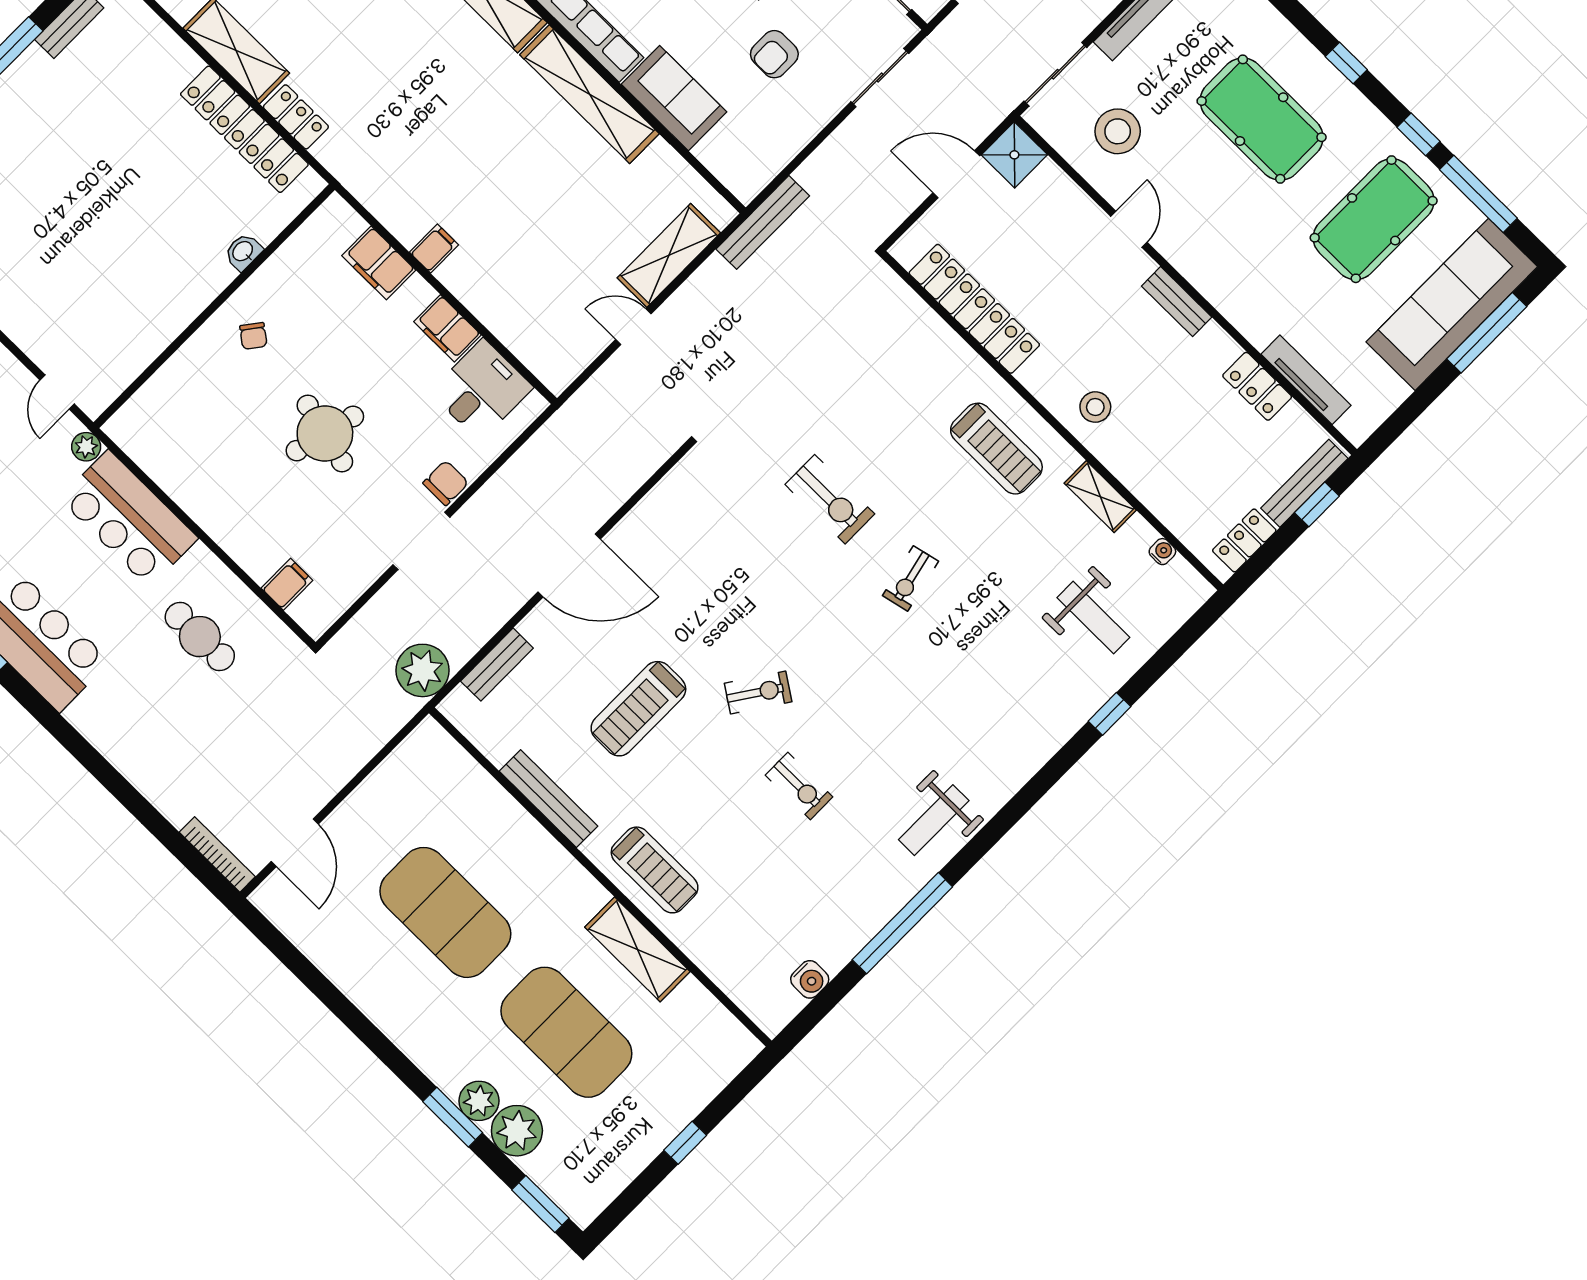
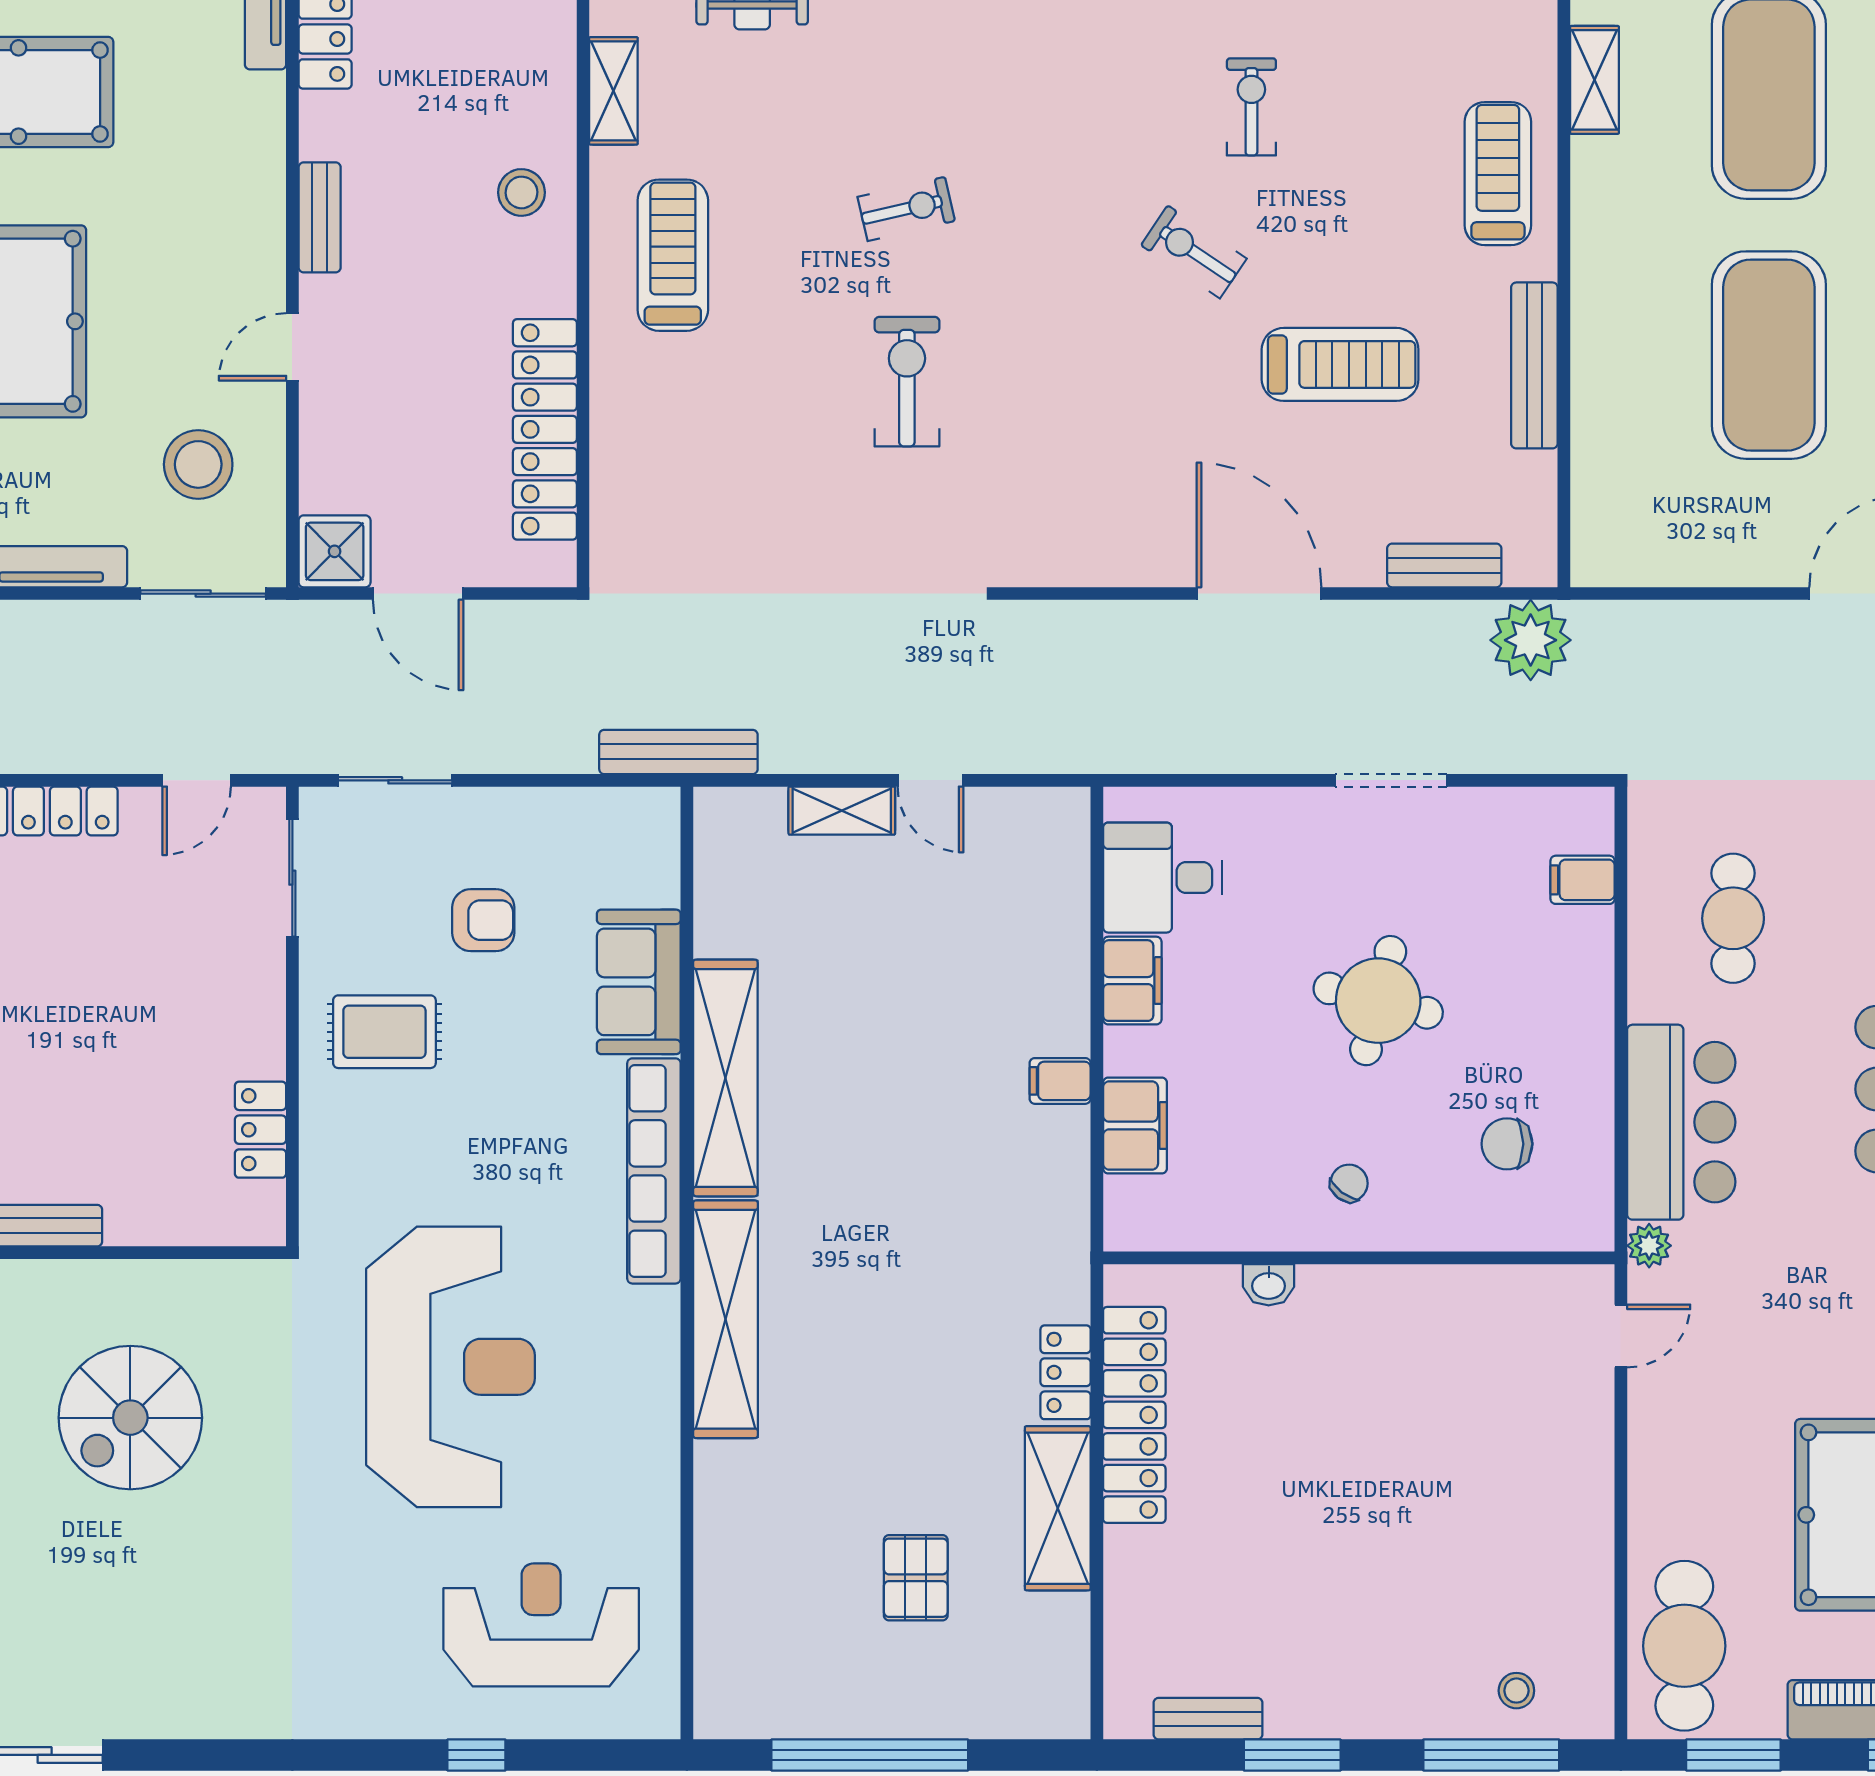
shelving: (669, 255) -> (842, 811), width x0.67, depth x0.75
chair: (446, 483) -> (1507, 1144), moved
shelving: (637, 949) -> (1594, 80), width x0.67, depth x0.75

